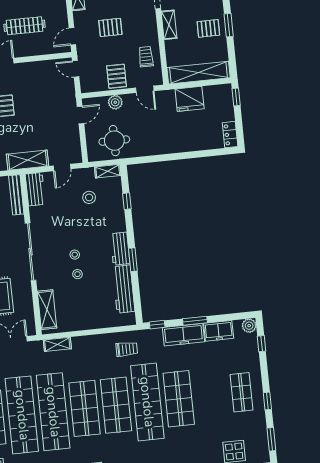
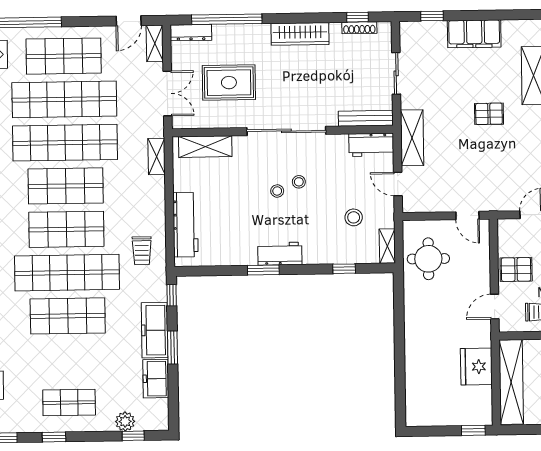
plant: (115, 102) -> (481, 265), removed
locker: (230, 135) -> (423, 418), removed
stool: (77, 274) -> (299, 182), moved
workbench: (124, 289) -> (185, 225), moved, turned 90
plant: (249, 326) -> (125, 421), moved

